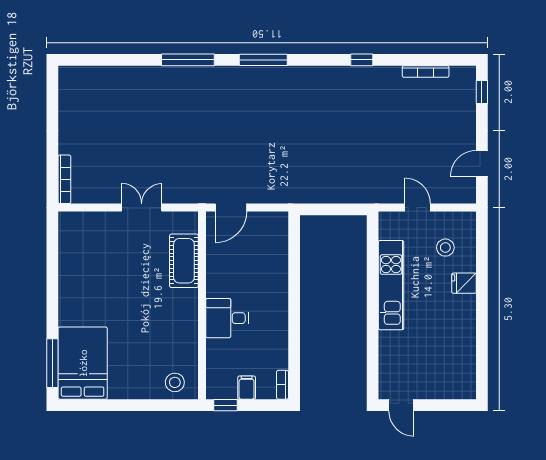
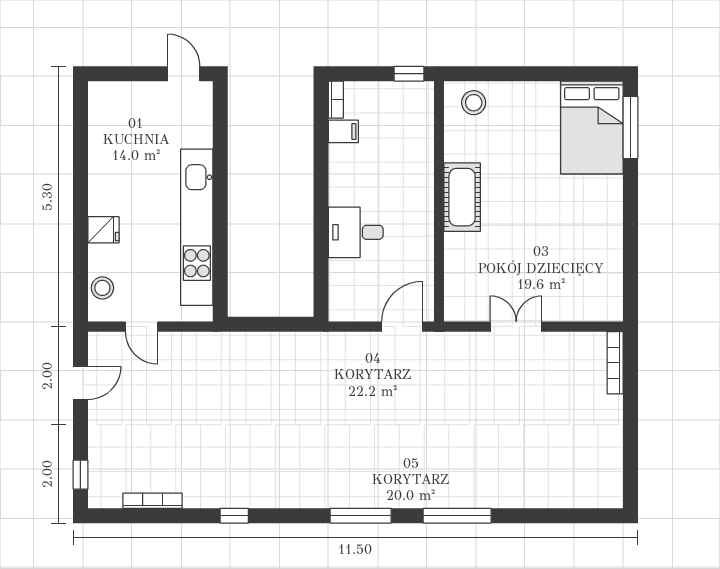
double door: (142, 207) -> (516, 327), swing flipped
door: (418, 207) -> (142, 327), moved
stool: (445, 248) -> (102, 288), moved
cot: (184, 261) -> (462, 197), moved
kitchen unit: (391, 285) -> (197, 227), width x1.36
desk: (227, 318) -> (356, 232), moved, turned 180
filing cabinet: (247, 388) -> (343, 131), moved, turned -90

